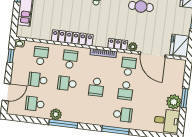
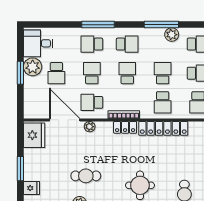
locker: (118, 44) -> (125, 127), moved
school desk: (129, 67) -> (92, 102), turned 90
school desk: (67, 83) -> (163, 73), turned -90
school desk: (155, 94) -> (56, 73), added
school desk: (93, 111) -> (127, 44), added

